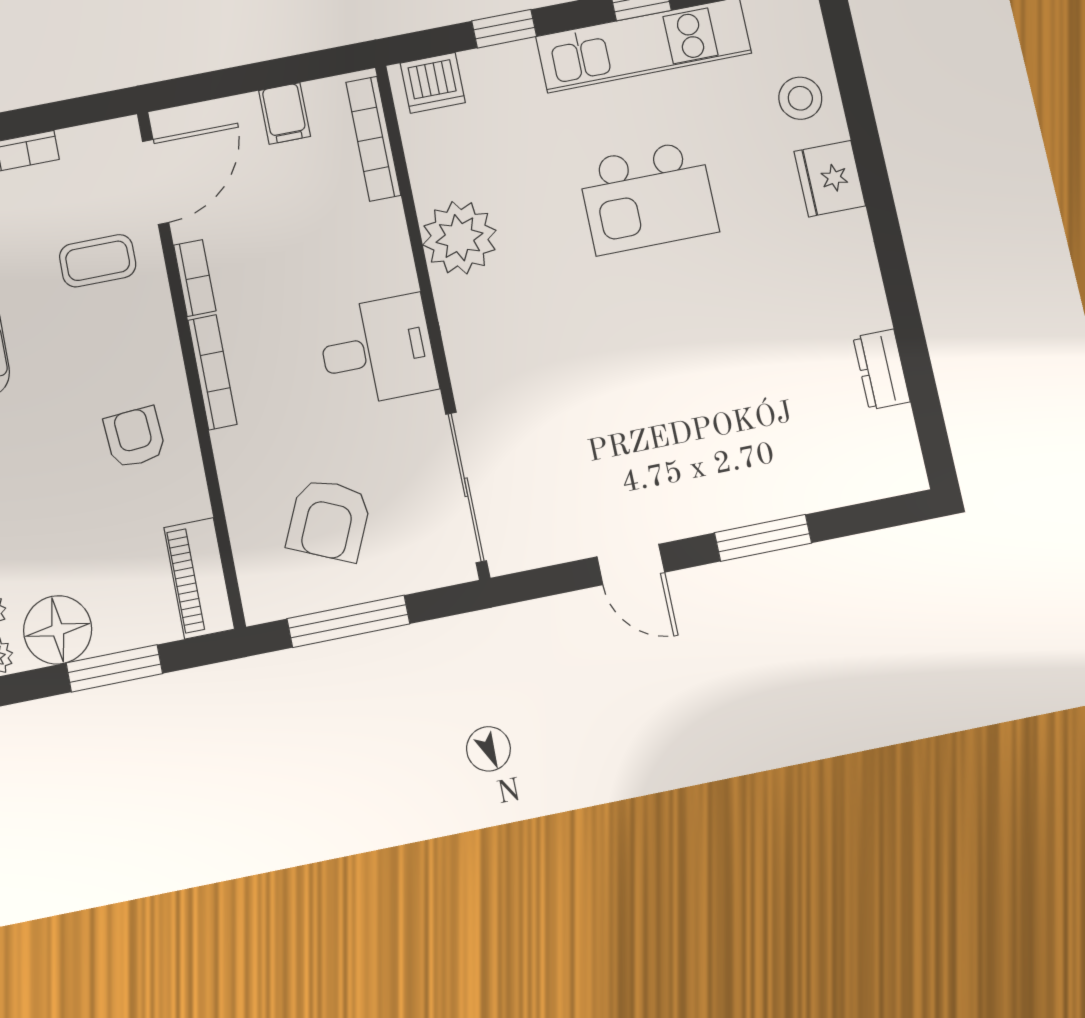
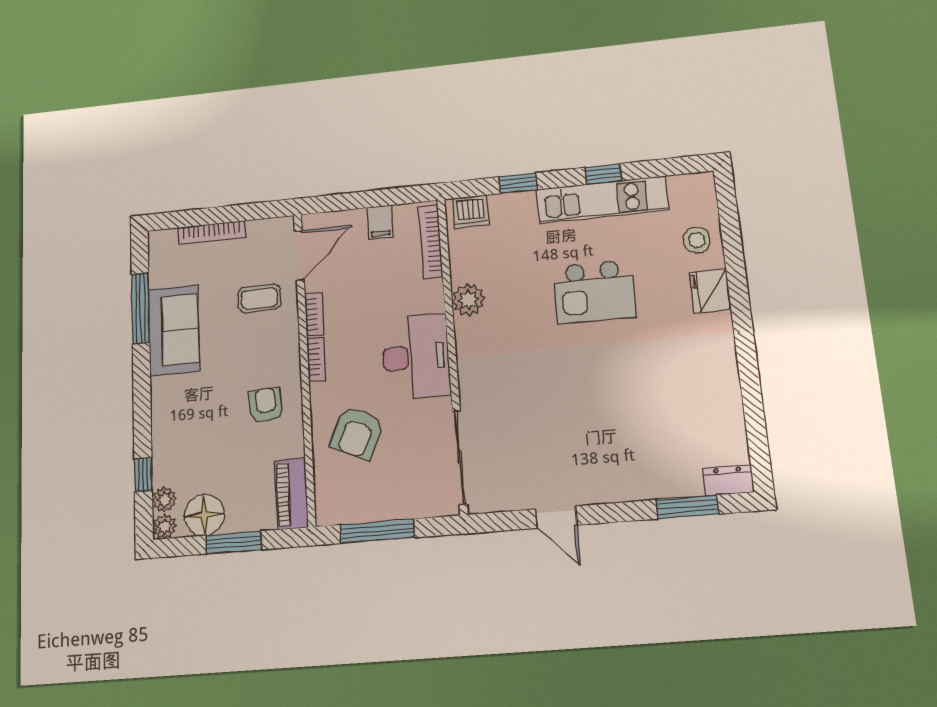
plant: (459, 238) -> (468, 300), width x0.73, depth x0.73
desk: (377, 351) -> (416, 357), width x1.37
dresser: (882, 370) -> (728, 480), moved, turned 90
bookcase: (212, 372) -> (316, 359), width x0.64
armchair: (329, 520) -> (357, 433), moved
window: (763, 538) -> (687, 507), moved

